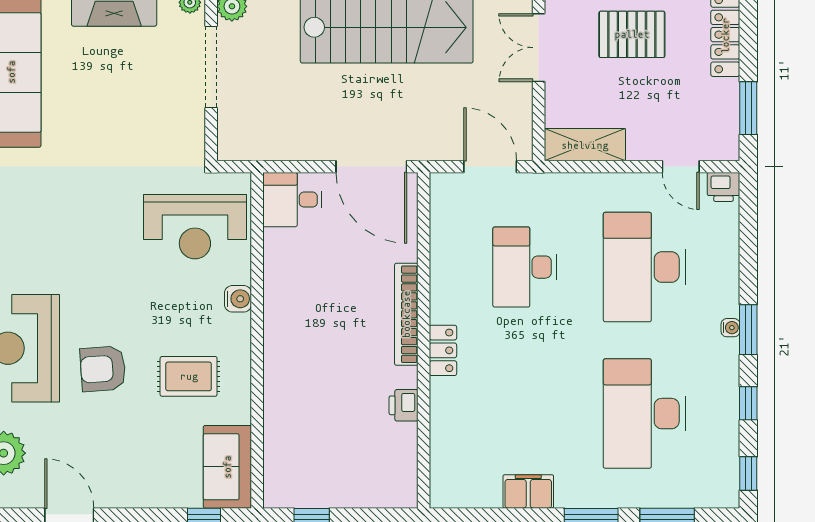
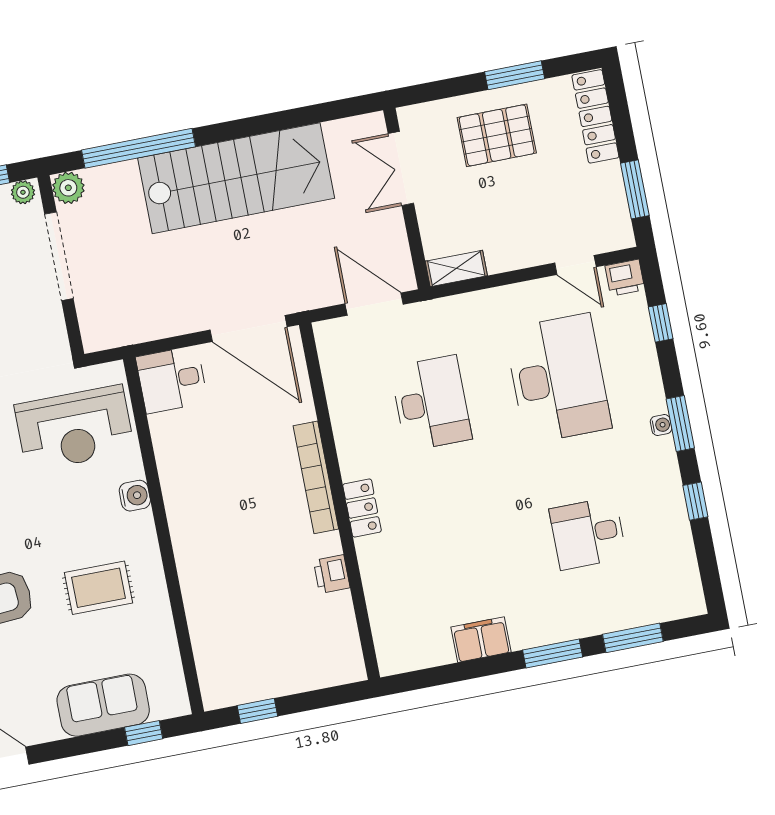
shelving: (585, 145) -> (456, 268), width x0.67, depth x0.75
desk: (525, 267) -> (431, 403), turned 180
desk: (645, 267) -> (558, 379), turned 180
desk: (645, 414) -> (588, 533), width x0.53, depth x0.77
sofa: (227, 467) -> (103, 705), moved, turned 90
window: (748, 474) -> (661, 323), moved

